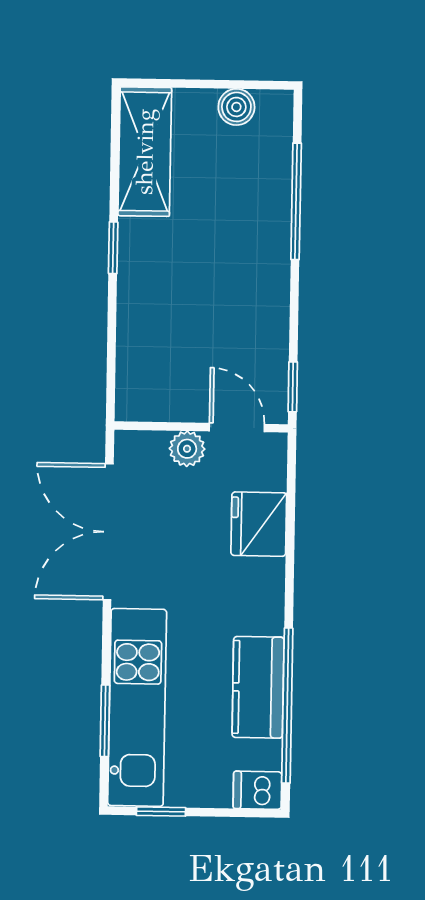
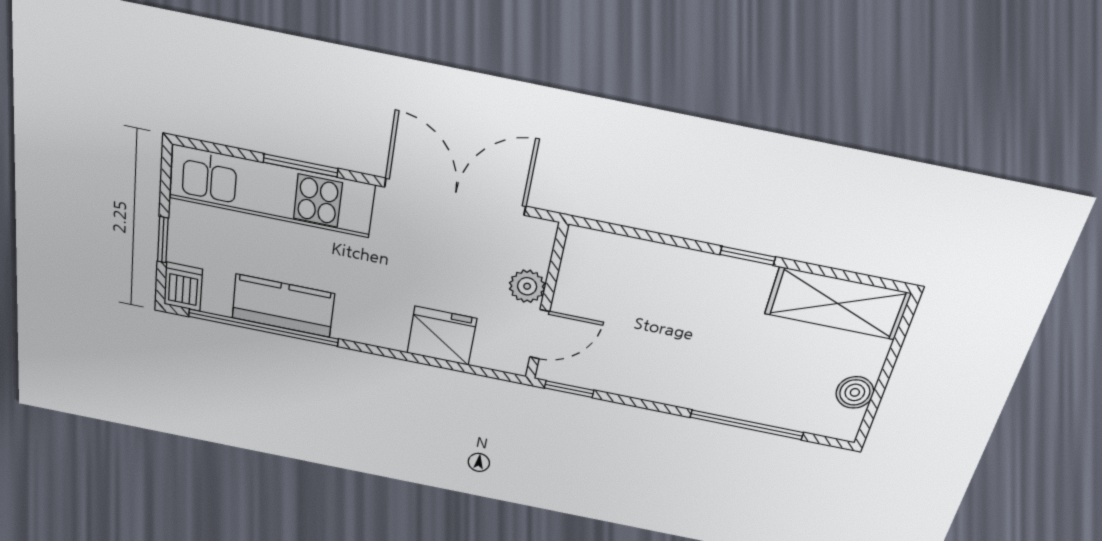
window: (105, 721) -> (301, 165), moved
window: (161, 811) -> (163, 240), moved

